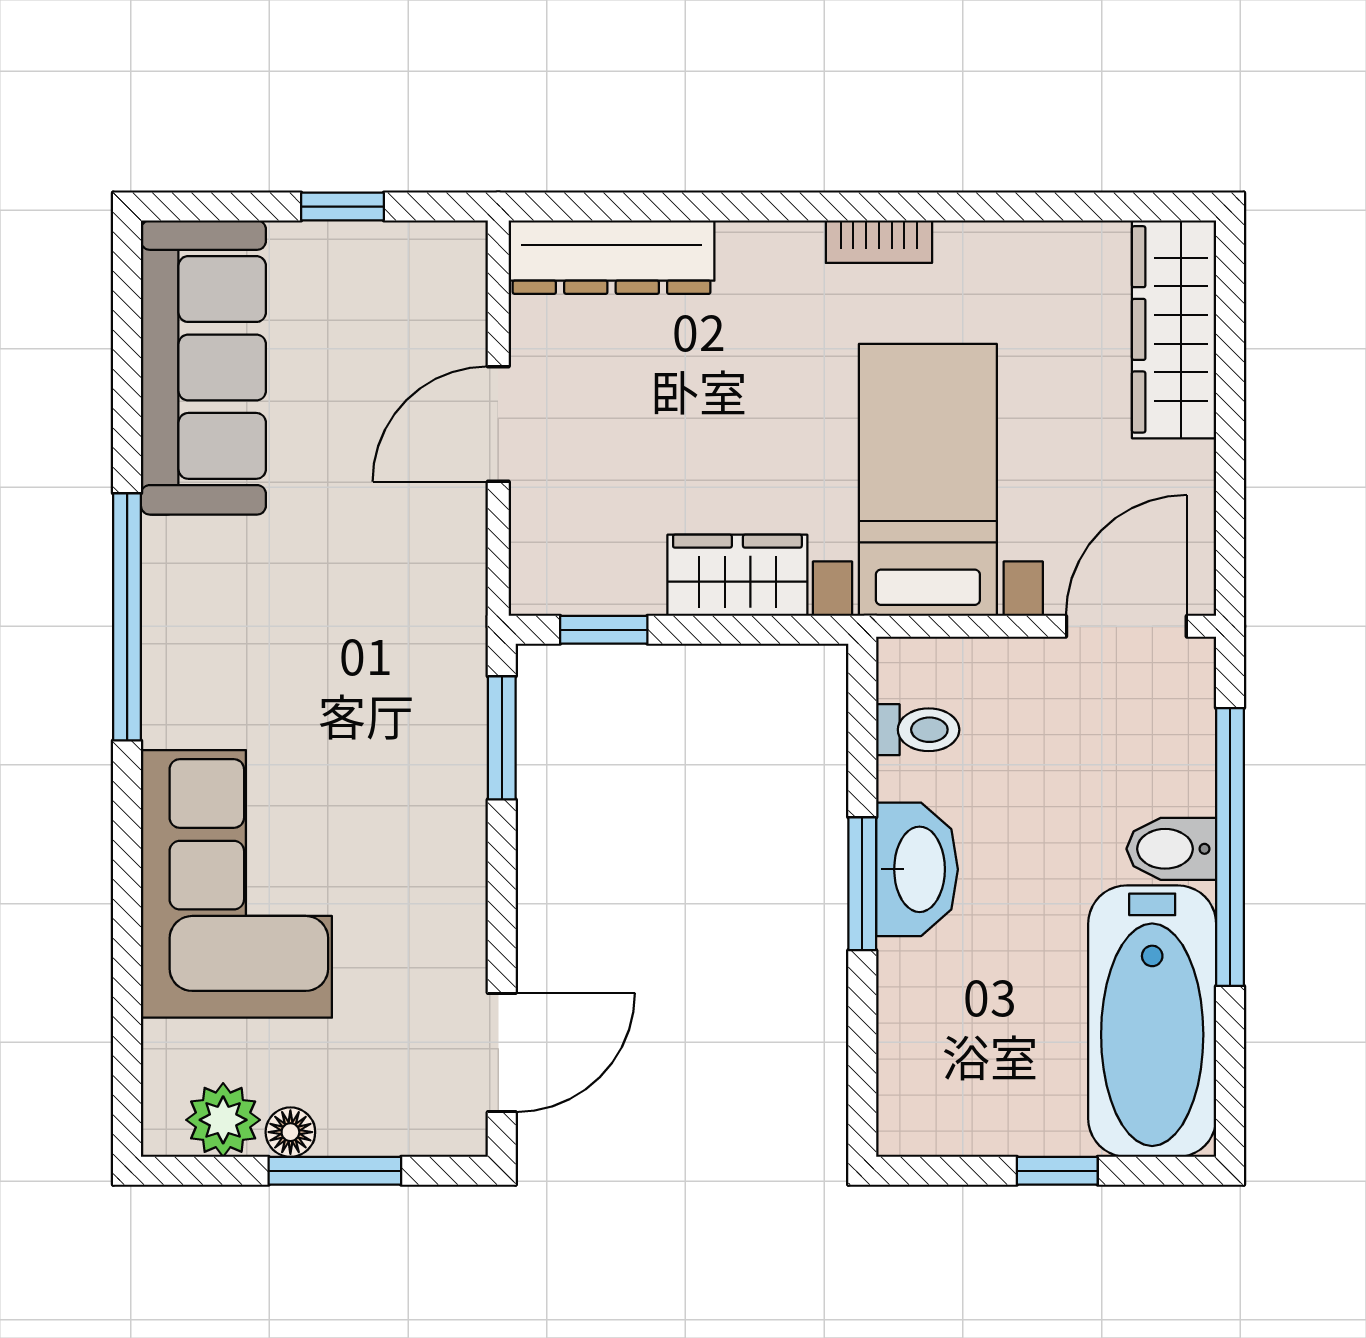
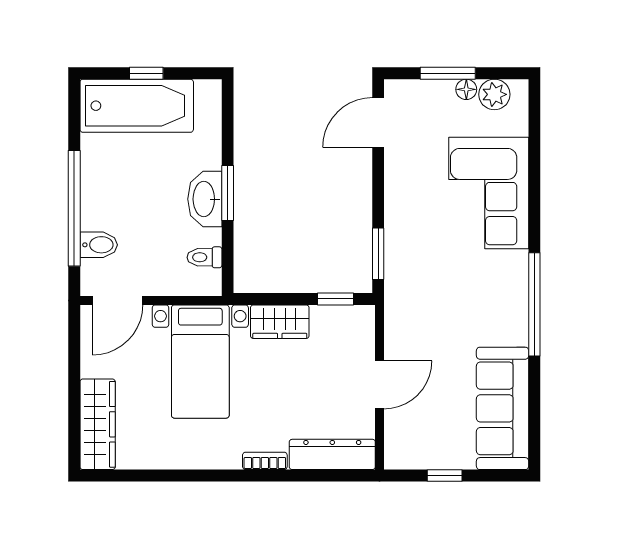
bookcase: (879, 242) -> (265, 461), moved
bidet: (1171, 849) -> (99, 245), moved
bathtub: (1152, 1021) -> (137, 106), moved, turned 90

